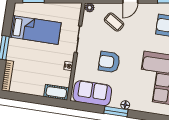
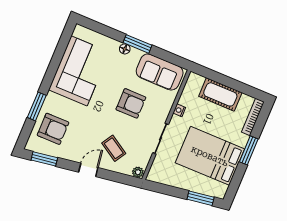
bed: (35, 30) -> (210, 156), width x1.50
cot: (56, 92) -> (220, 94), moved, width x1.37, depth x1.34

